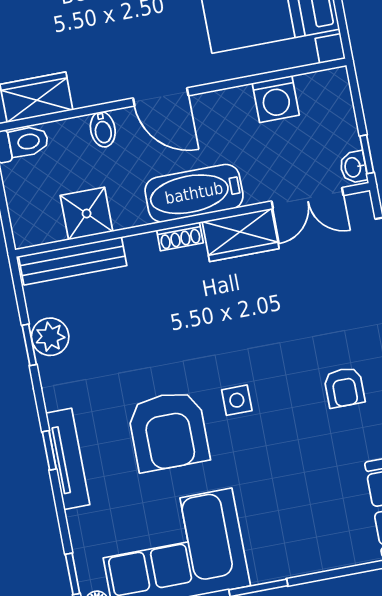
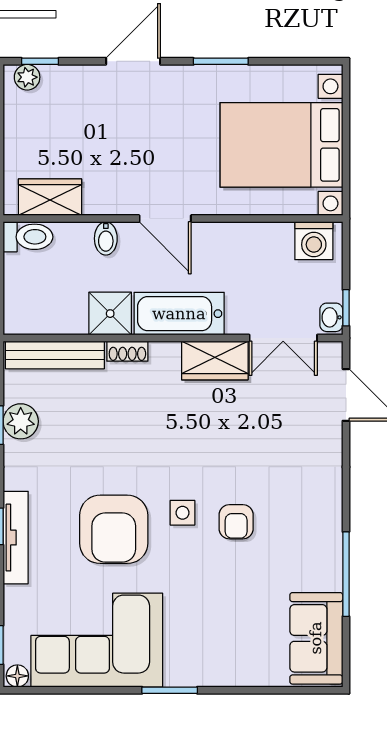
washing machine: (276, 99) -> (314, 241), moved
shower: (87, 214) -> (110, 314), moved
shoe rack: (180, 236) -> (127, 351), moved
armchair: (344, 387) -> (236, 522), moved

